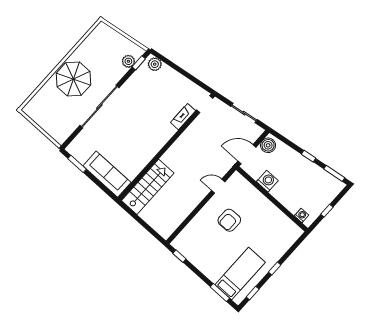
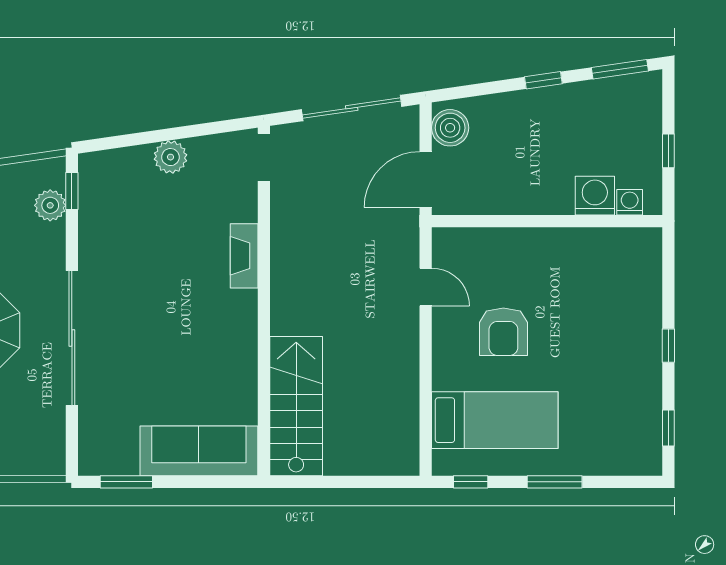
plant: (155, 64) -> (170, 157), moved
sliding door: (244, 113) -> (352, 108), width x1.37
fireplace: (183, 117) -> (244, 256), moved
washing machine: (267, 181) -> (595, 196), moved
door: (218, 186) -> (426, 287), swing flipped
bed: (240, 274) -> (495, 420), moved, turned 90
window: (220, 292) -> (555, 482), moved

